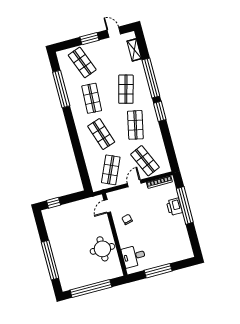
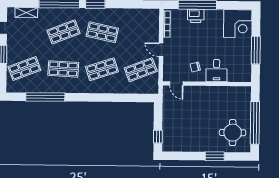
shop shelf: (126, 89) -> (64, 32), turned -36
shop shelf: (145, 161) -> (141, 33), removed
shop shelf: (111, 170) -> (141, 70), turned -45
corner desk: (178, 247) -> (238, 24), added
round table: (102, 249) -> (233, 133), moved
desk: (134, 256) -> (217, 71), moved
window: (50, 260) -> (215, 156), width x0.47

